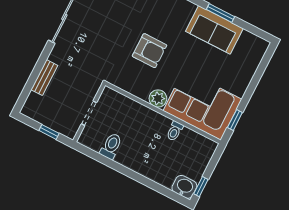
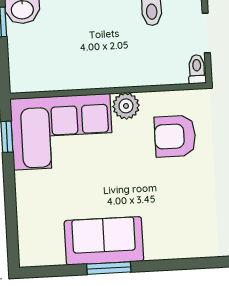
armchair: (149, 51) -> (175, 136), moved
toilet: (175, 131) -> (197, 69), moved

